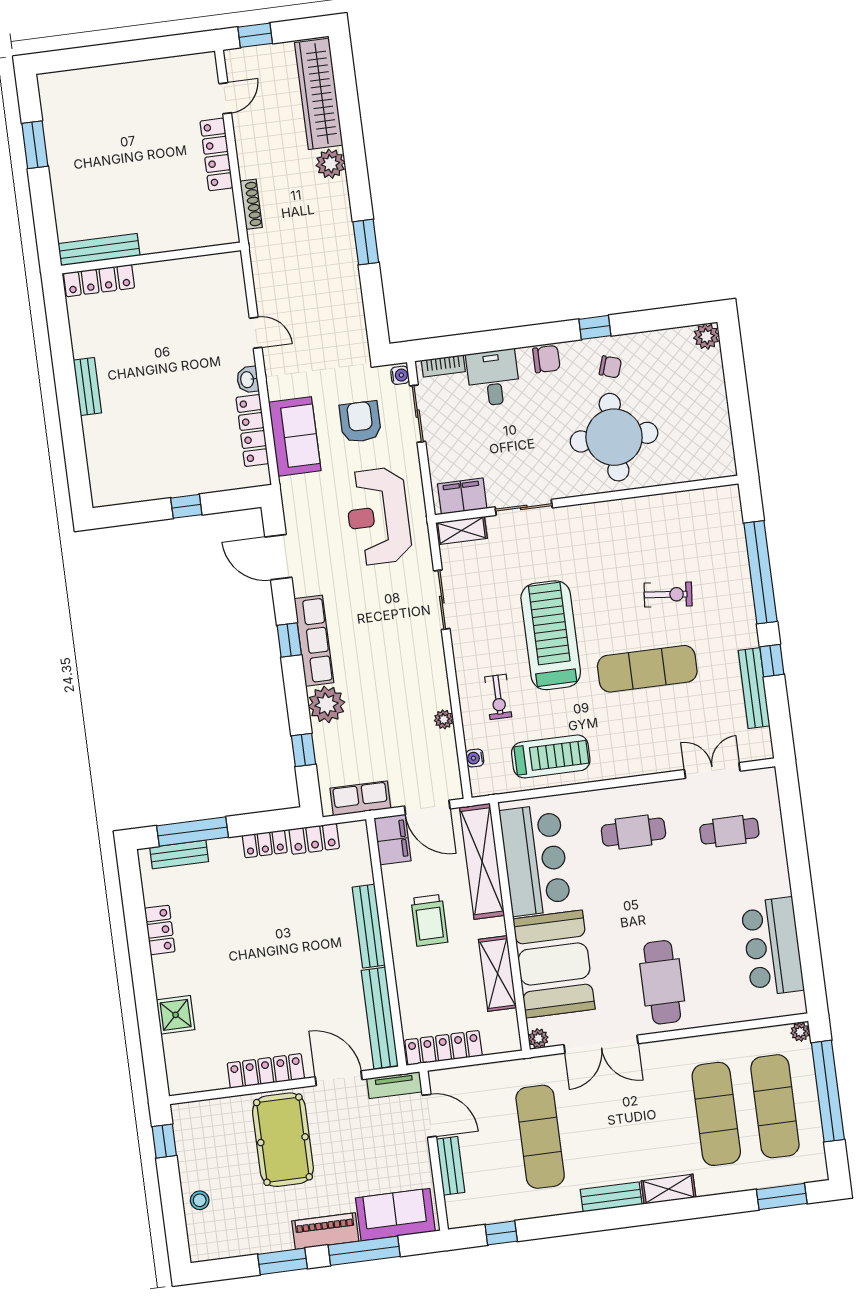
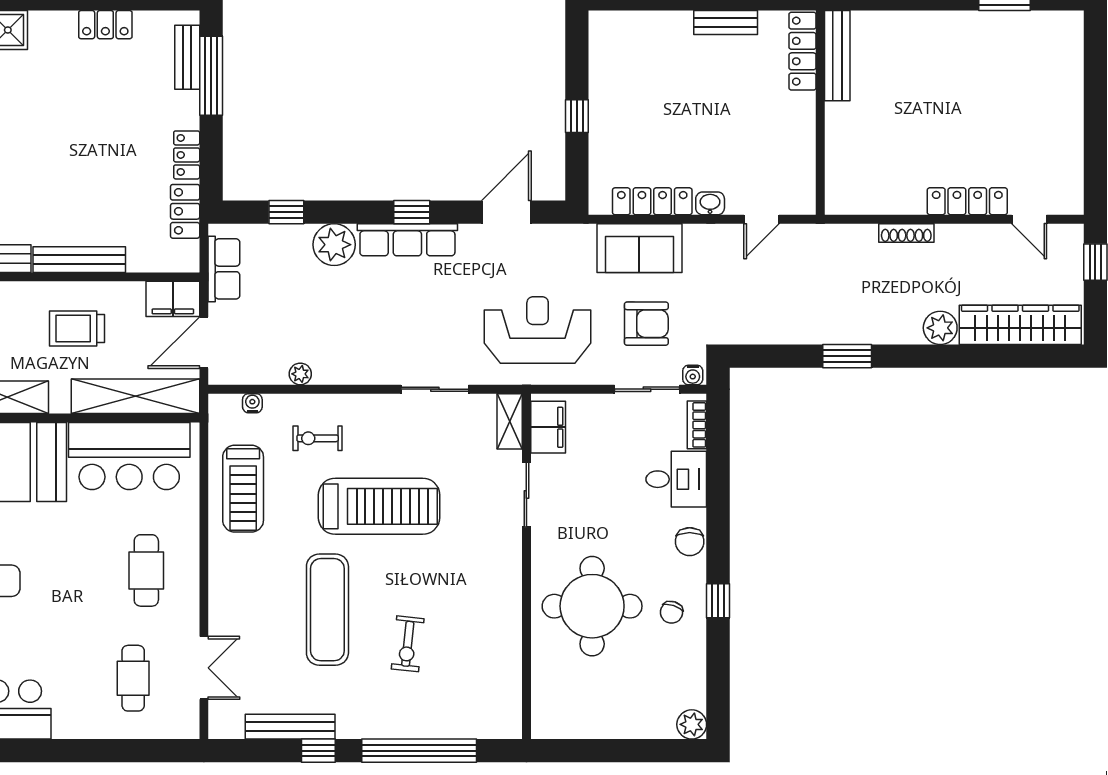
bench: (99, 250) -> (837, 56), moved
wall: (151, 258) -> (820, 113), moved
locker: (99, 281) -> (802, 51), moved

